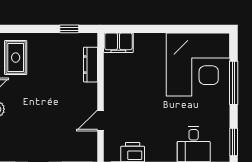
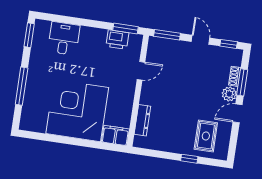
window: (69, 29) -> (189, 159), moved
corner desk: (198, 64) -> (77, 111), moved

